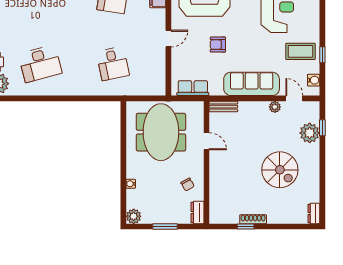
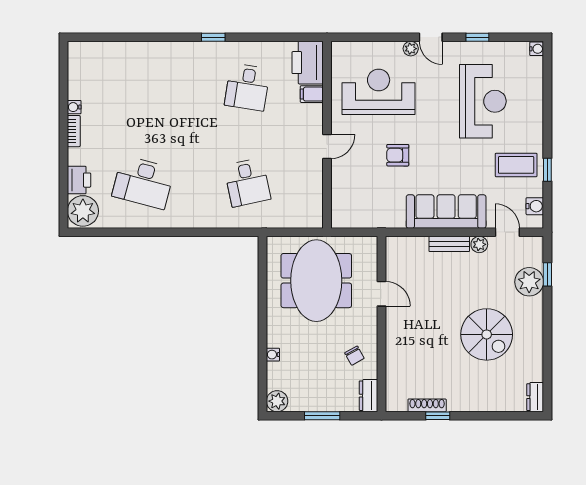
desk: (40, 64) -> (143, 182), turned 30
row of seats: (193, 88) -> (362, 218), removed
bench: (223, 107) -> (449, 244), moved
shoe rack: (253, 219) -> (427, 405), moved

